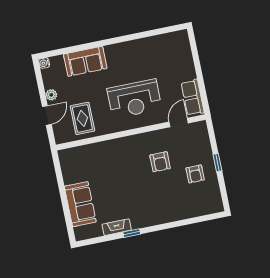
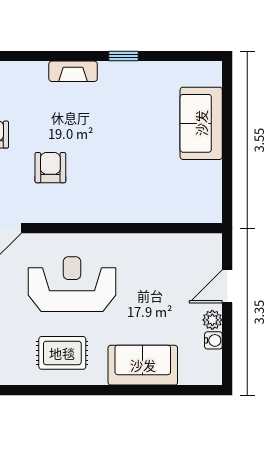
water cooler: (44, 63) -> (213, 340), moved
rug: (82, 118) -> (62, 353), moved, turned 90
fireplace: (117, 227) -> (73, 71), moved

